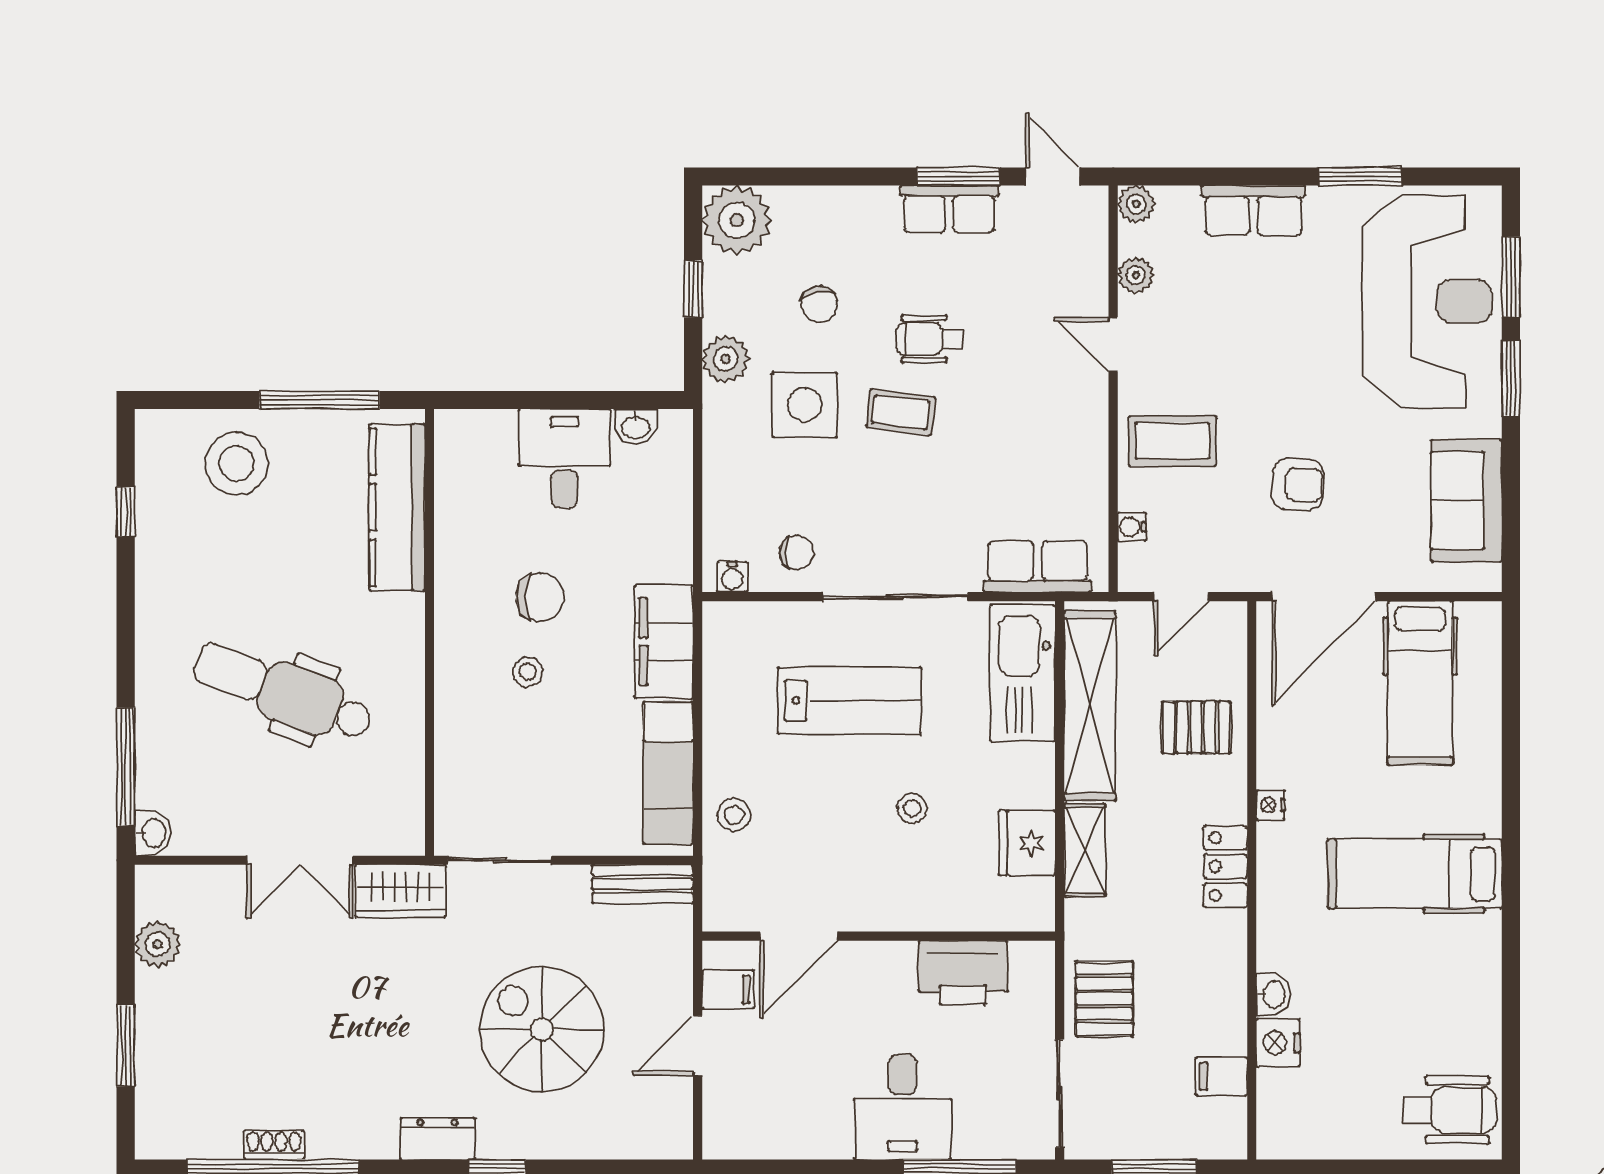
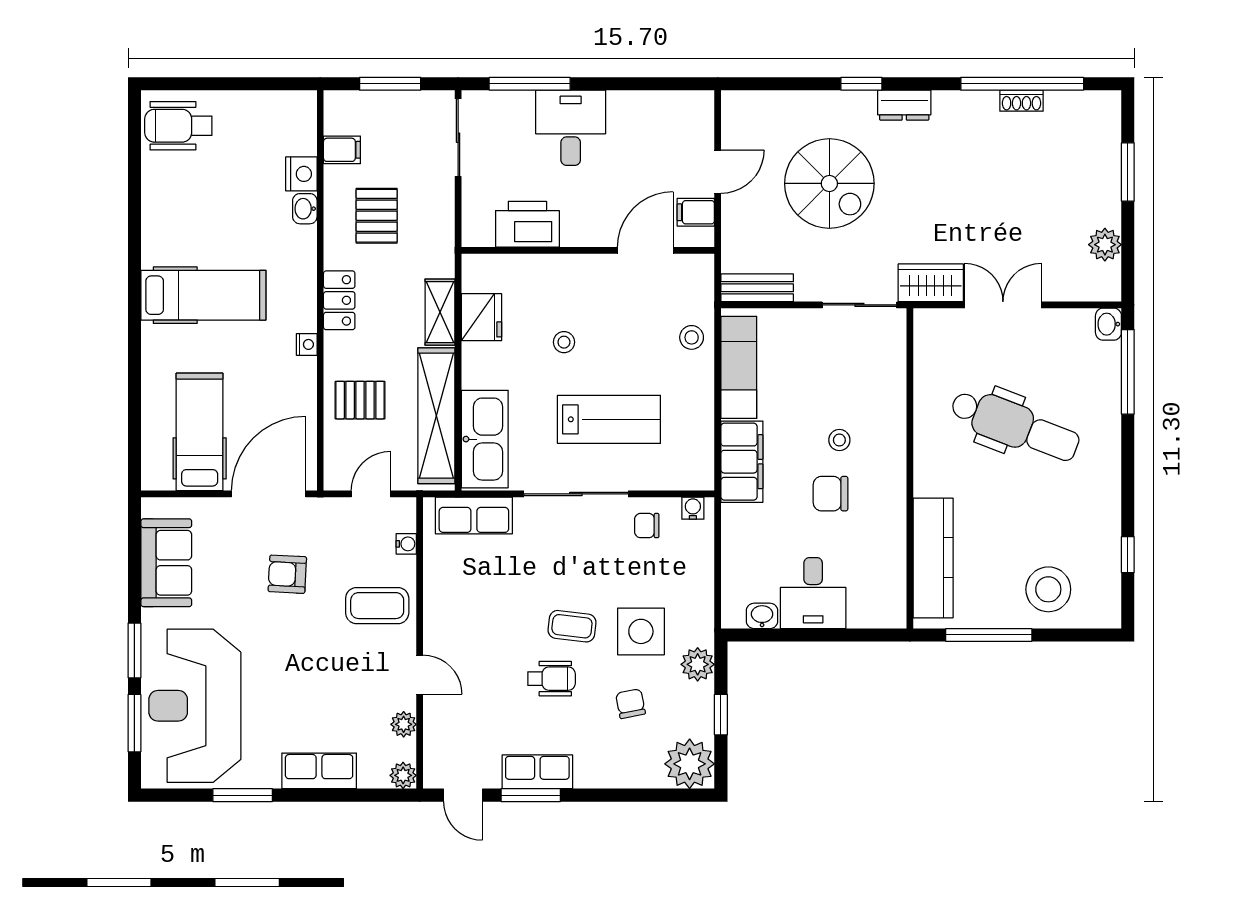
lab bench: (849, 701) -> (609, 419), turned 180
pallet: (1104, 999) -> (377, 216), moved

